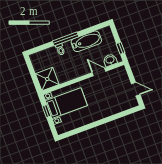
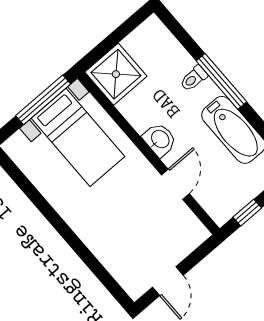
washbasin: (110, 60) -> (160, 140), moved
window: (47, 111) -> (43, 100), width x2.17

